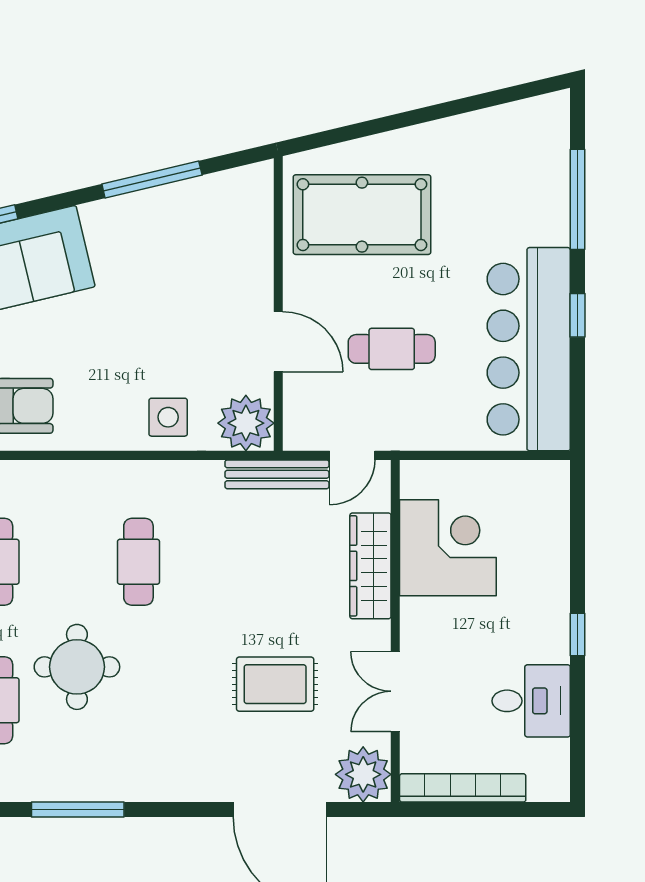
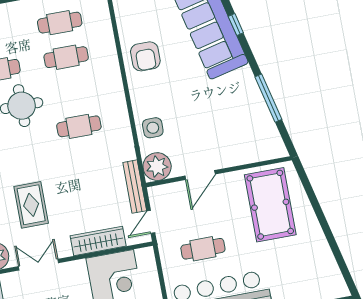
cafe table: (392, 349) -> (203, 249), moved, turned 90
door: (352, 455) -> (151, 222), hinge flipped

